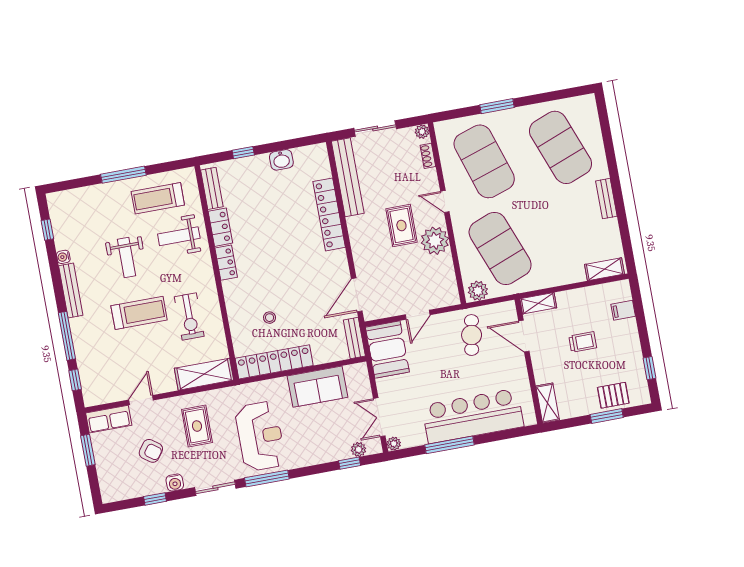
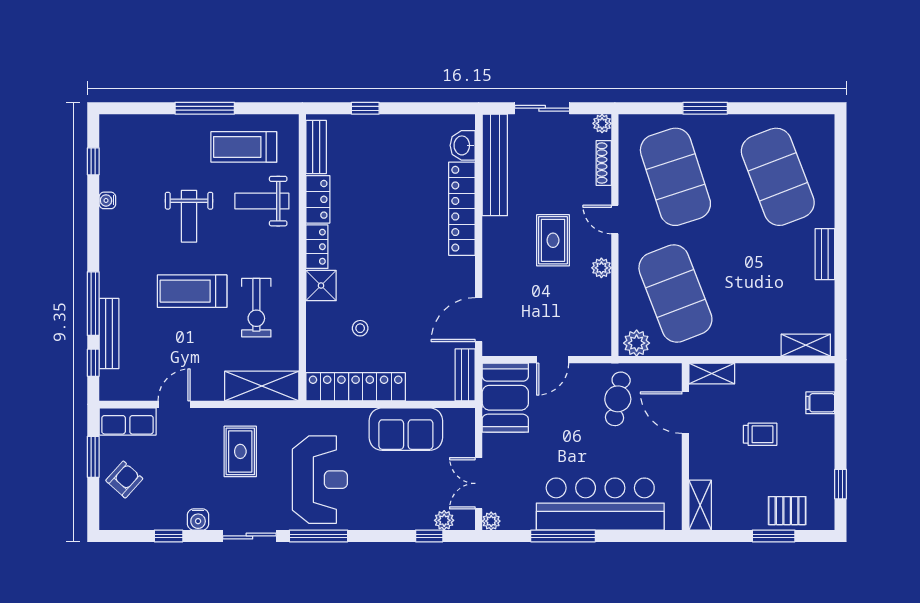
shoe rack: (428, 156) -> (604, 163), width x1.43
washbasin: (281, 160) -> (463, 145), moved, turned 90
plant: (435, 241) -> (601, 268), width x0.53, depth x0.53
bench: (71, 291) -> (109, 334), moved
shower: (234, 291) -> (321, 286), added
treadmill: (139, 313) -> (192, 291), turned 180
armchair: (151, 451) -> (124, 480), moved, turned -84

